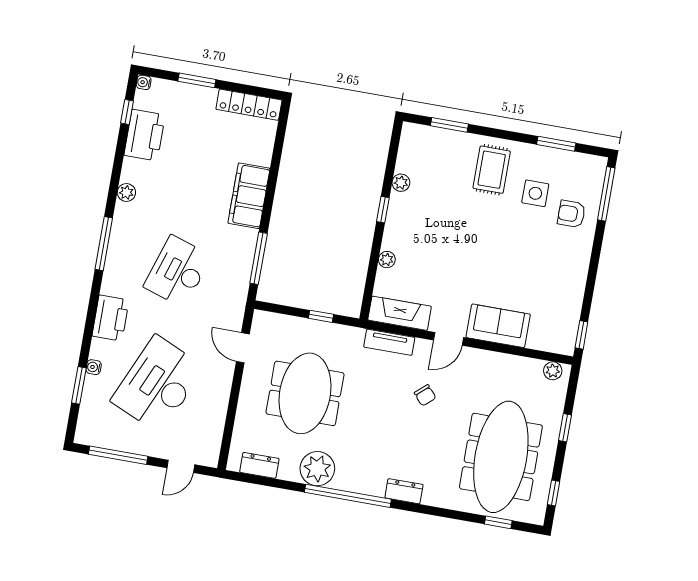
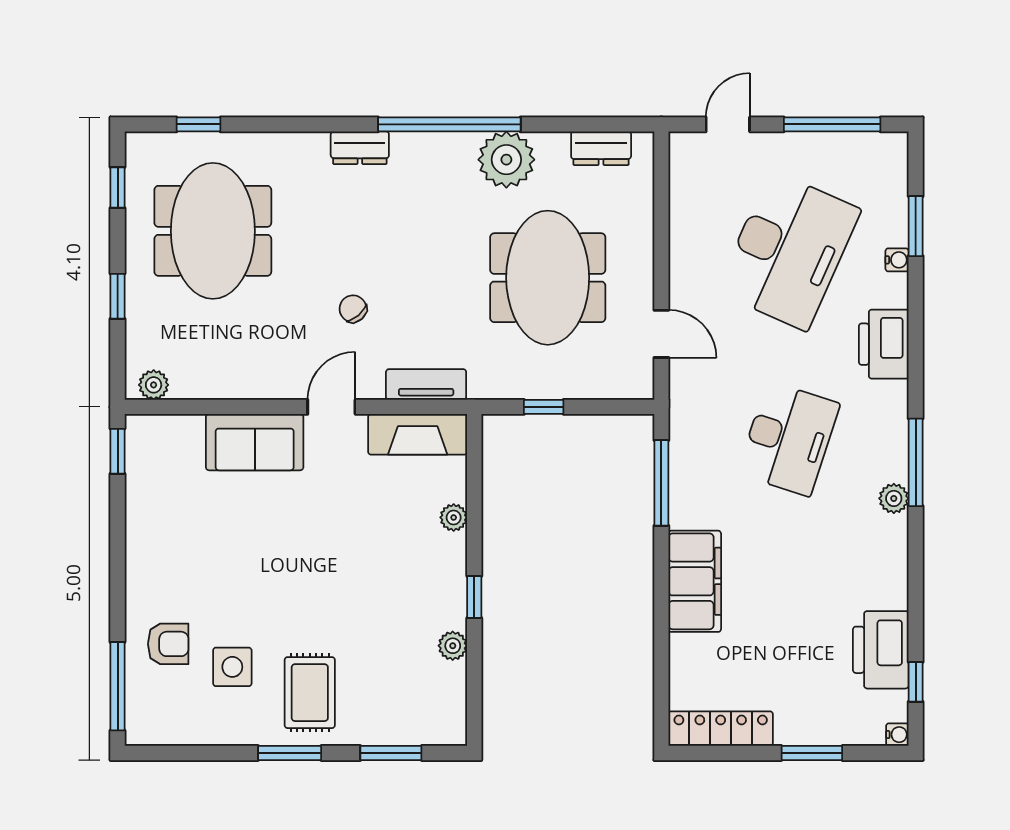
window: (556, 144) -> (290, 753), moved
plant: (126, 193) -> (894, 498), moved
meeting table: (501, 457) -> (213, 231), width x0.73

